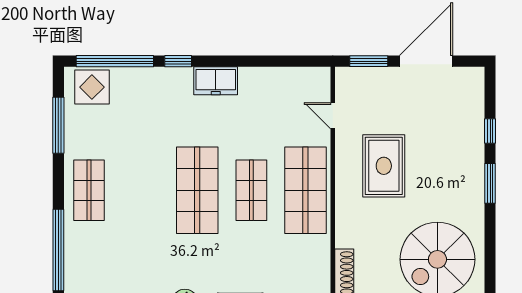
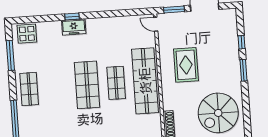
window: (115, 61) -> (38, 19), removed
freezer: (216, 81) -> (74, 27), moved
door: (333, 116) -> (156, 24), moved
shop shelf: (305, 190) -> (145, 81), width x1.40

